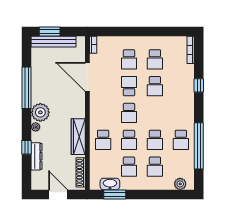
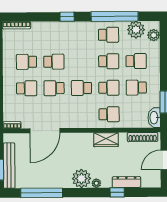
school desk: (155, 59) -> (26, 62), turned 180
window: (199, 85) -> (67, 17), moved
window: (27, 88) -> (42, 193), moved
school desk: (129, 113) -> (81, 88), turned 180
wardrobe: (78, 137) -> (106, 140), width x0.67
school desk: (129, 167) -> (136, 88), turned 180
plant: (186, 167) -> (136, 30), added
washbasin: (110, 184) -> (154, 118), moved

